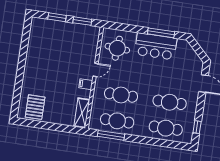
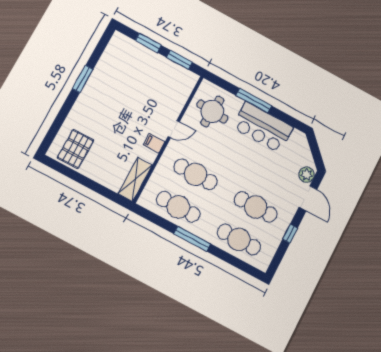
window: (161, 33) -> (254, 101), moved
window: (22, 59) -> (83, 79), added
plant: (197, 68) -> (307, 175), added
window: (197, 127) -> (290, 234), moved
window: (111, 135) -> (192, 239), moved

